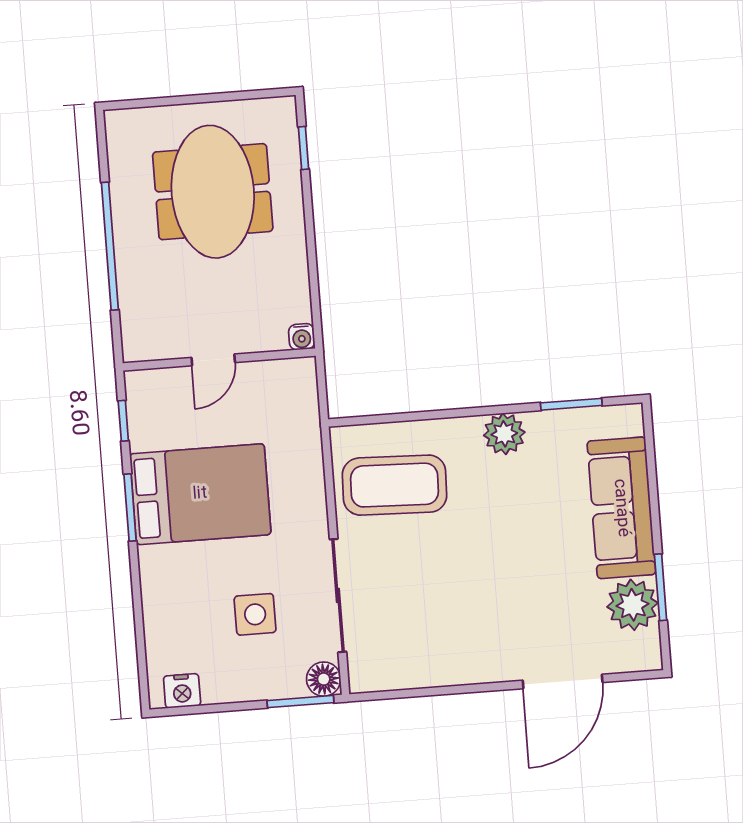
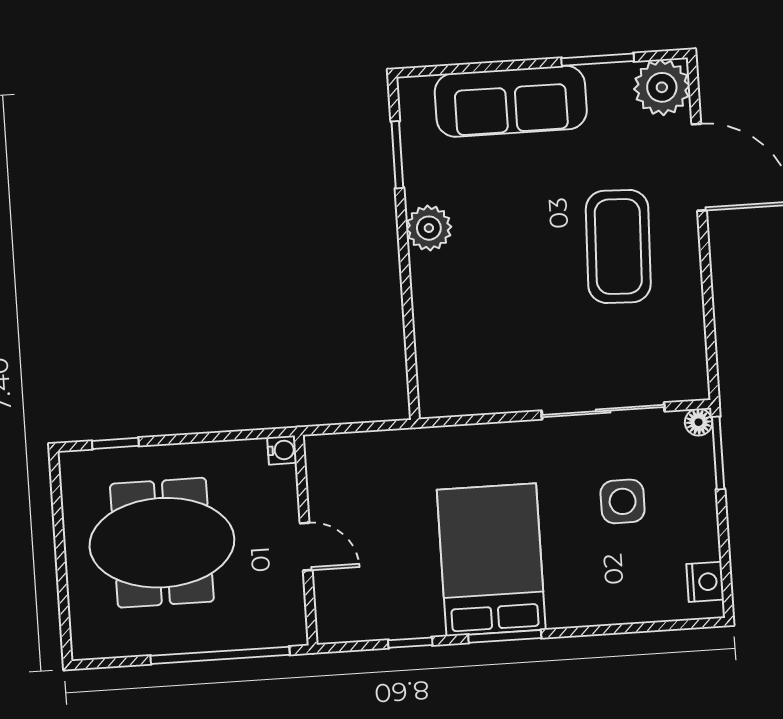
water cooler: (302, 337) -> (282, 450), moved
wall: (219, 359) -> (306, 540), moved
door: (213, 360) -> (306, 547), moved
coffee table: (394, 485) -> (618, 246), moved
plant: (633, 605) -> (662, 87), moved
floor lamp: (324, 679) -> (699, 422), width x0.73, depth x0.73

